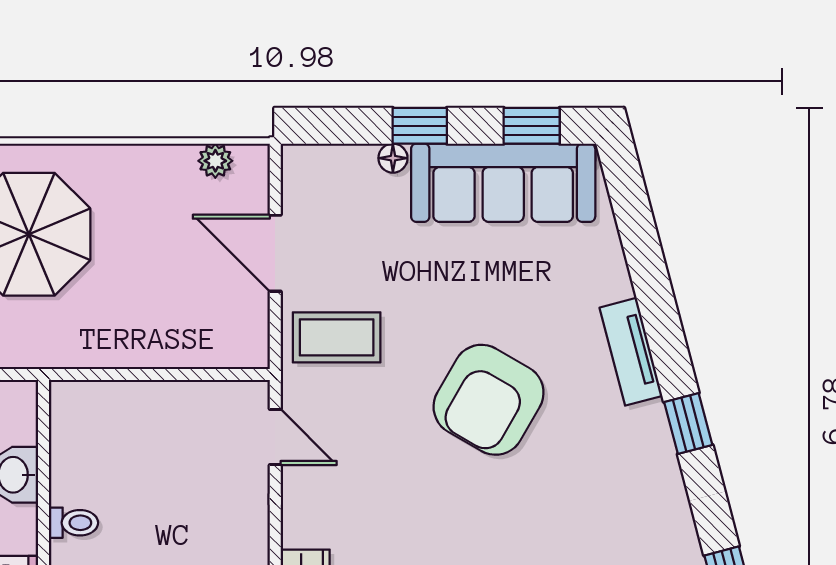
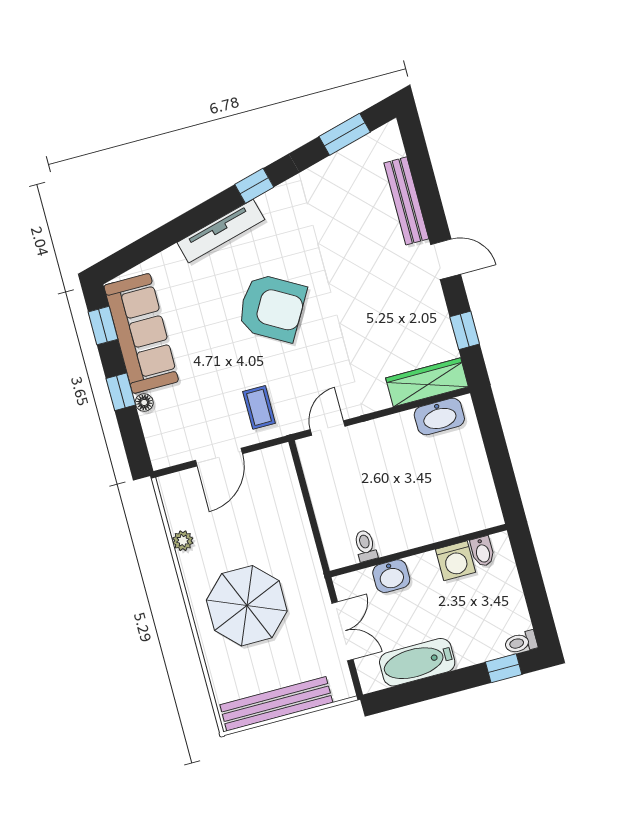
plant: (215, 161) -> (183, 541), moved
coffee table: (337, 337) -> (259, 407), width x0.73, depth x0.77
tv unit: (631, 352) -> (221, 231), width x1.41
toilet: (73, 523) -> (365, 546), moved

